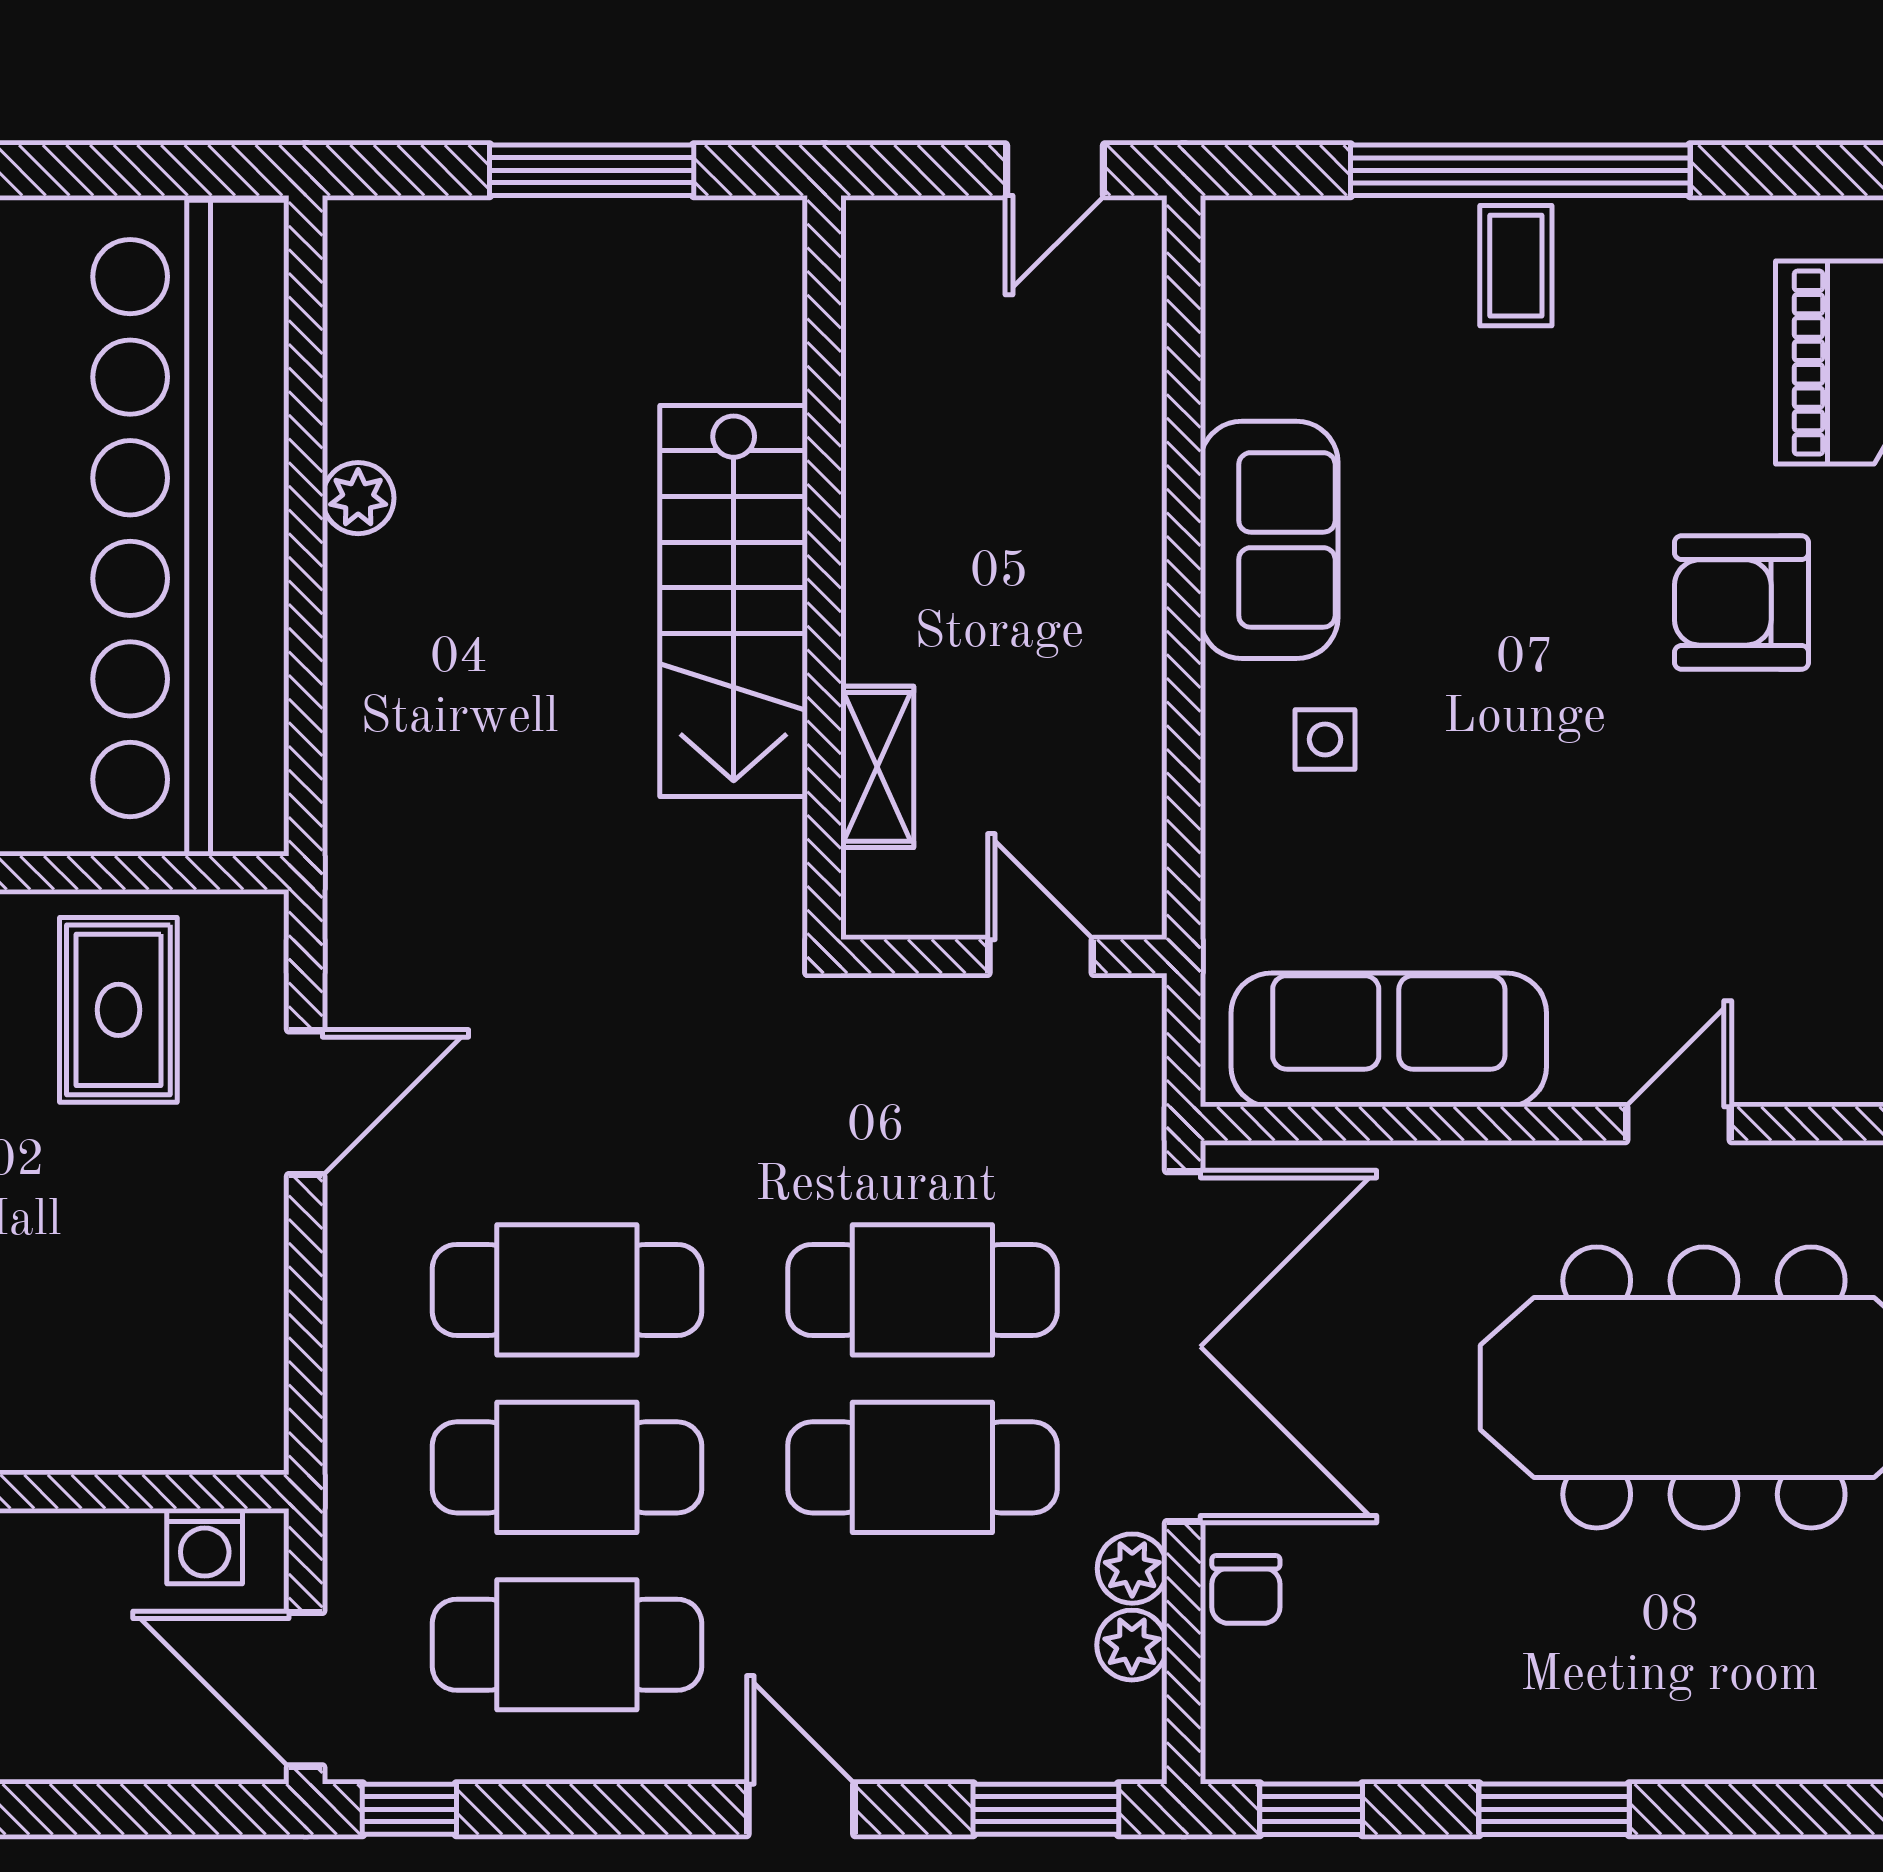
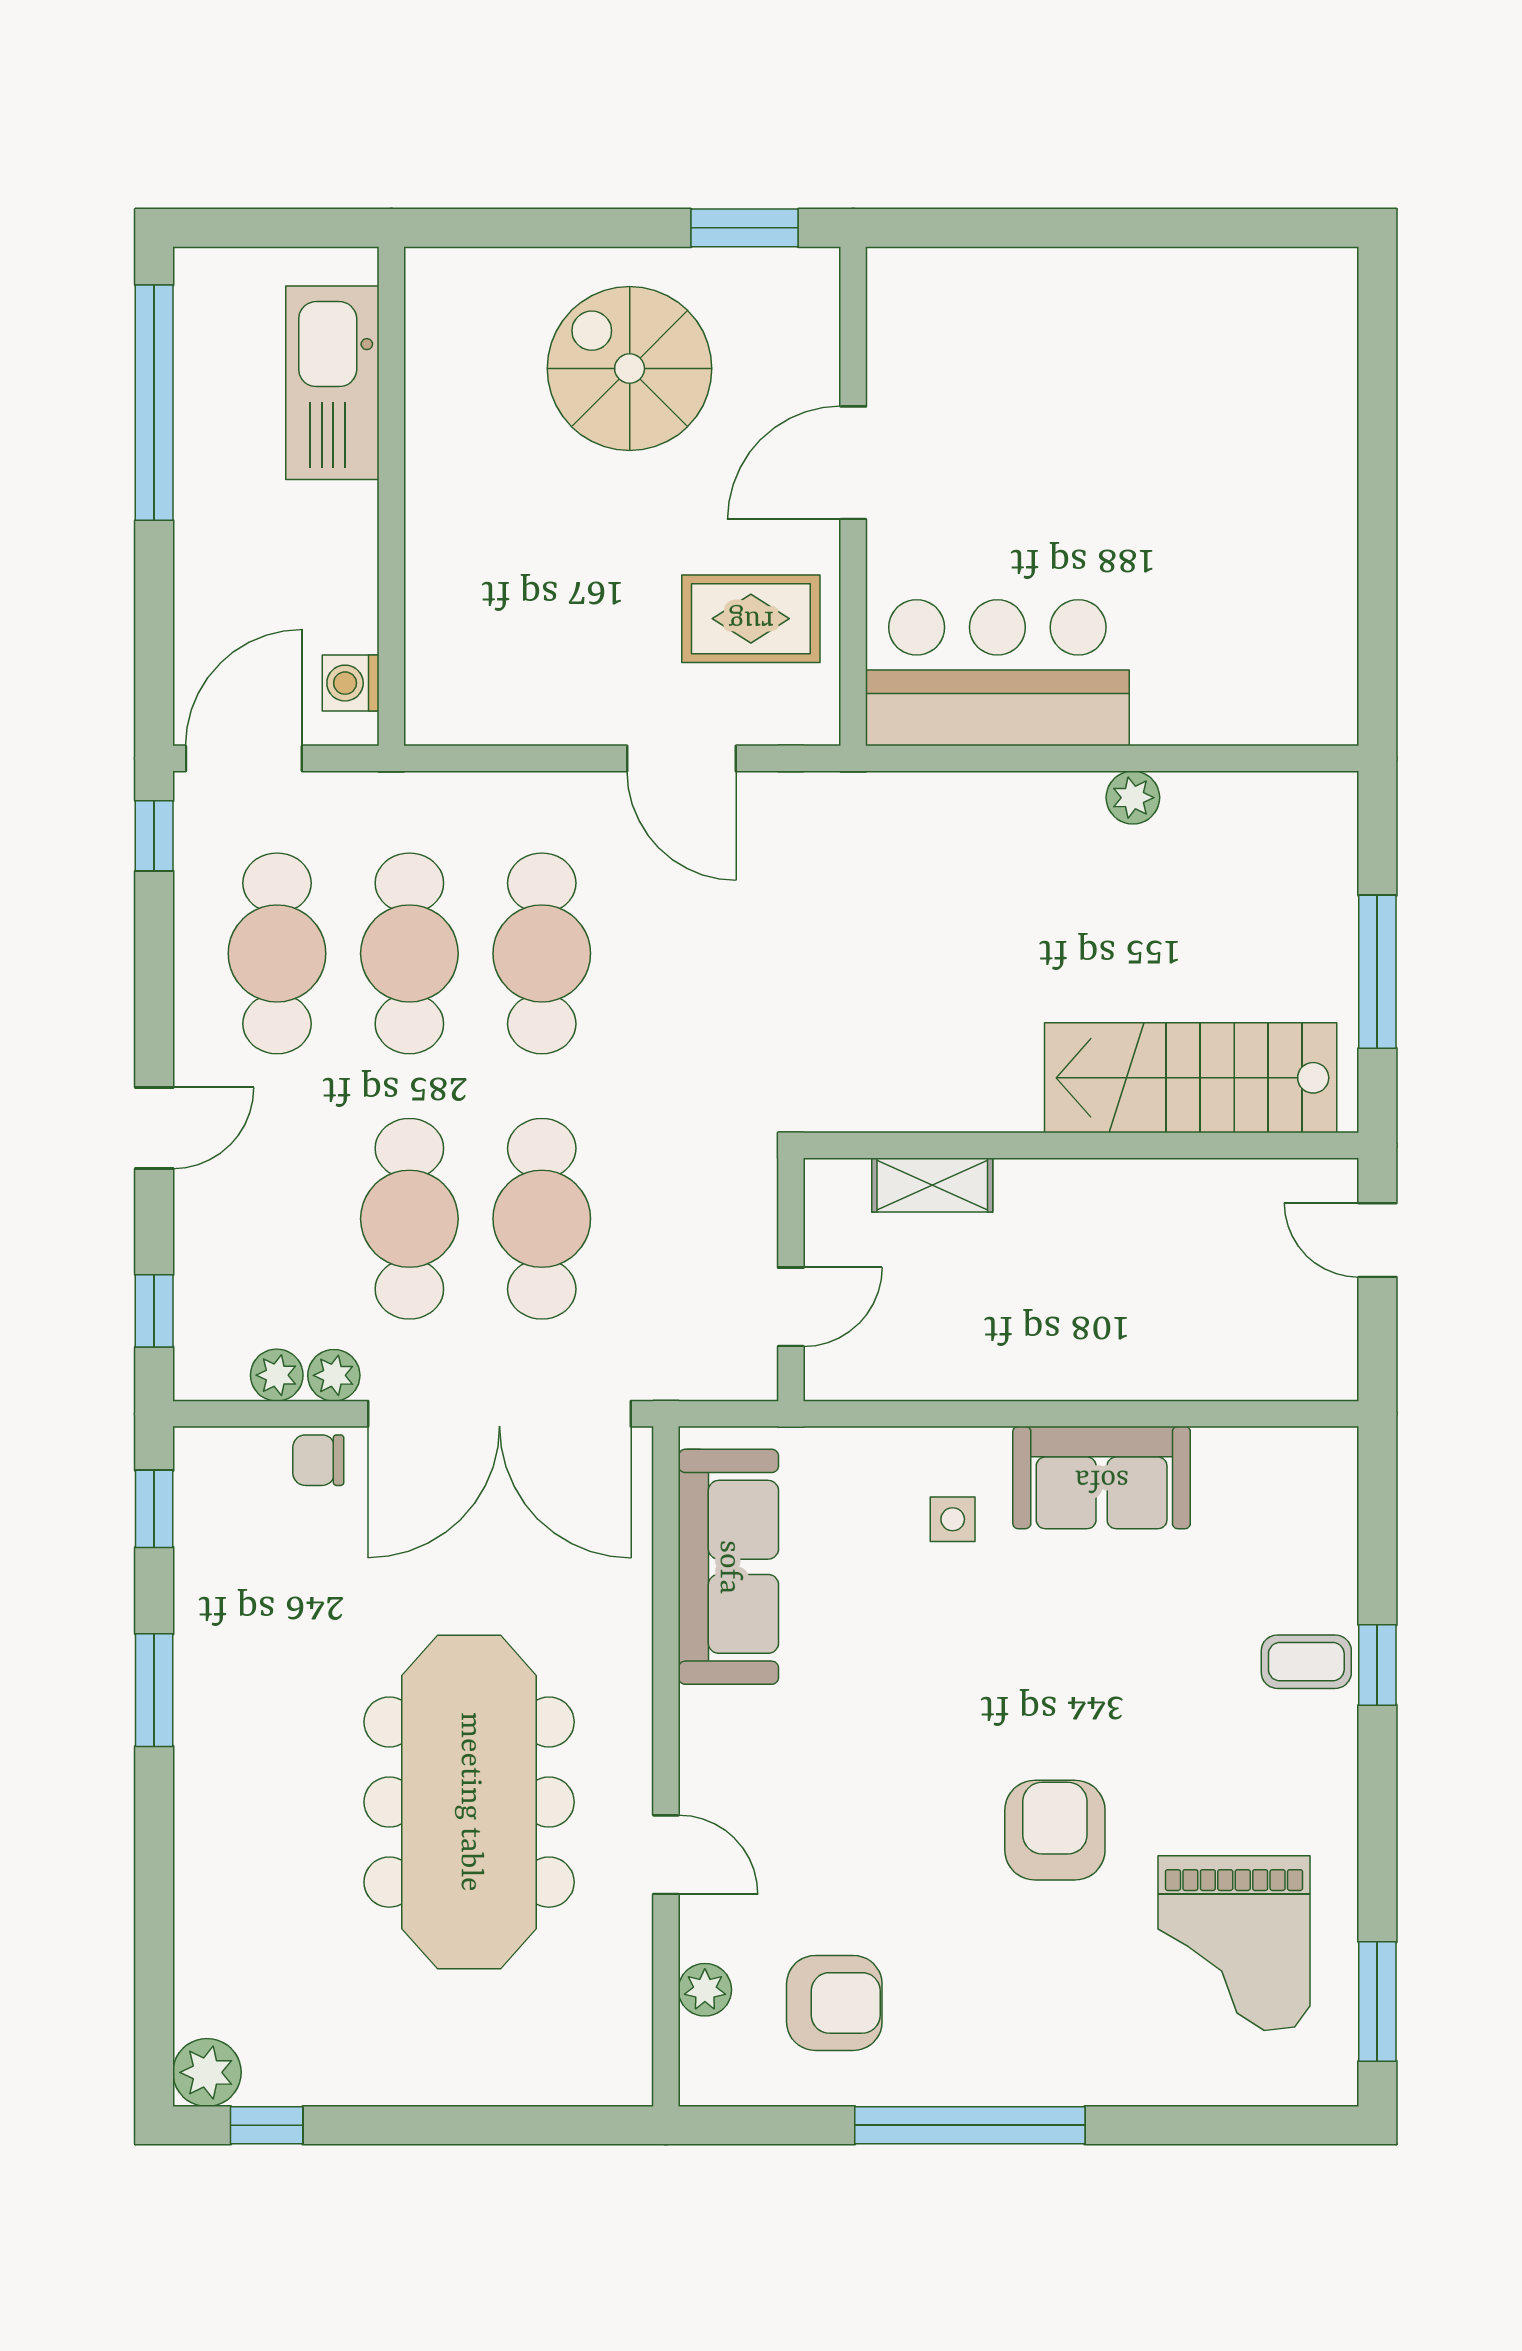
door: (1055, 170) -> (1377, 1240), moved
window: (1520, 170) -> (1377, 1665), width x0.32
bar counter: (191, 528) -> (997, 673), width x0.54
stairs: (734, 601) -> (1191, 1078), moved
door: (1678, 1124) -> (666, 1855), moved
window: (1046, 1809) -> (154, 1311), width x0.67

